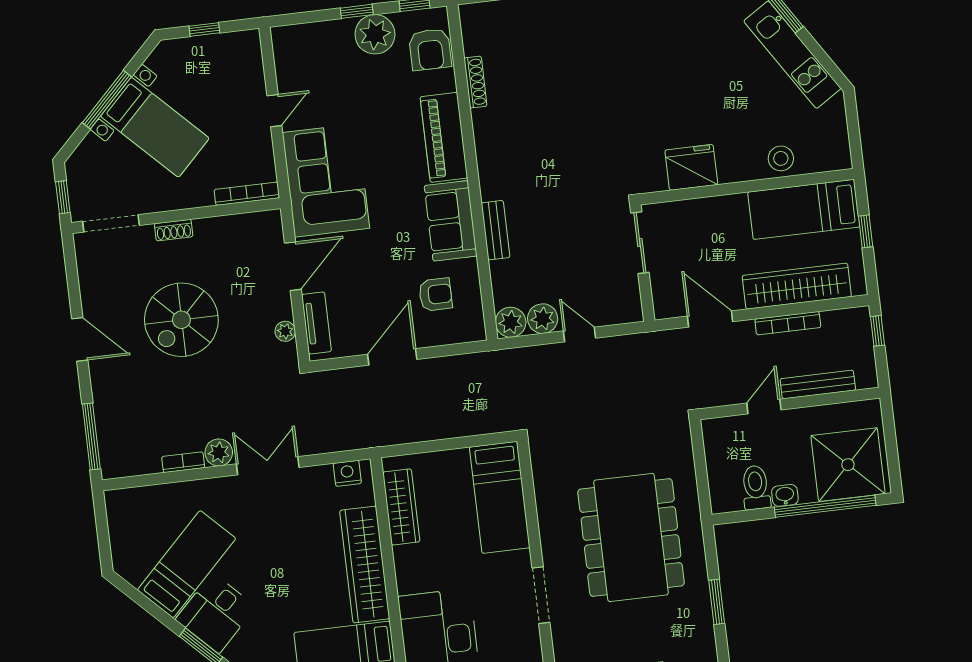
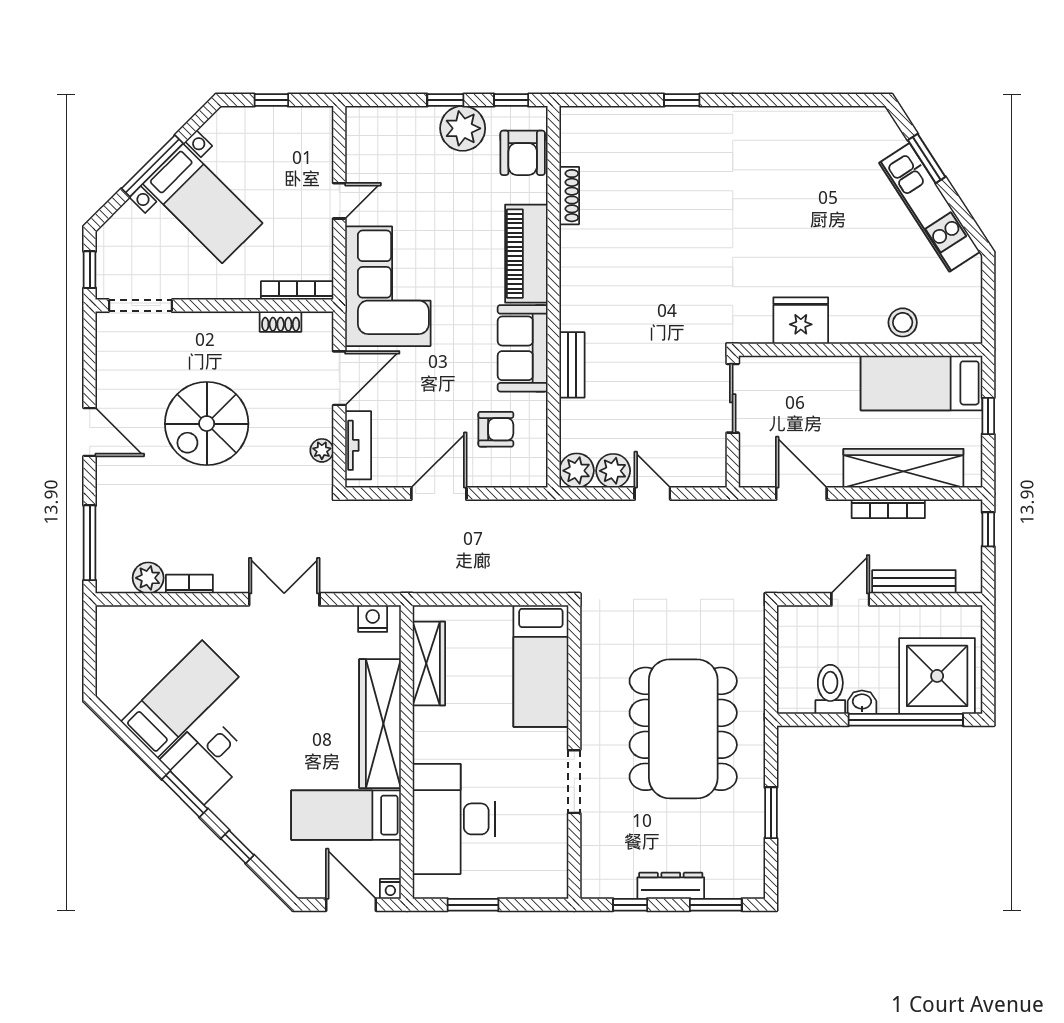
shoe rack: (174, 230) -> (281, 322), moved
plant: (219, 452) -> (148, 578), moved

